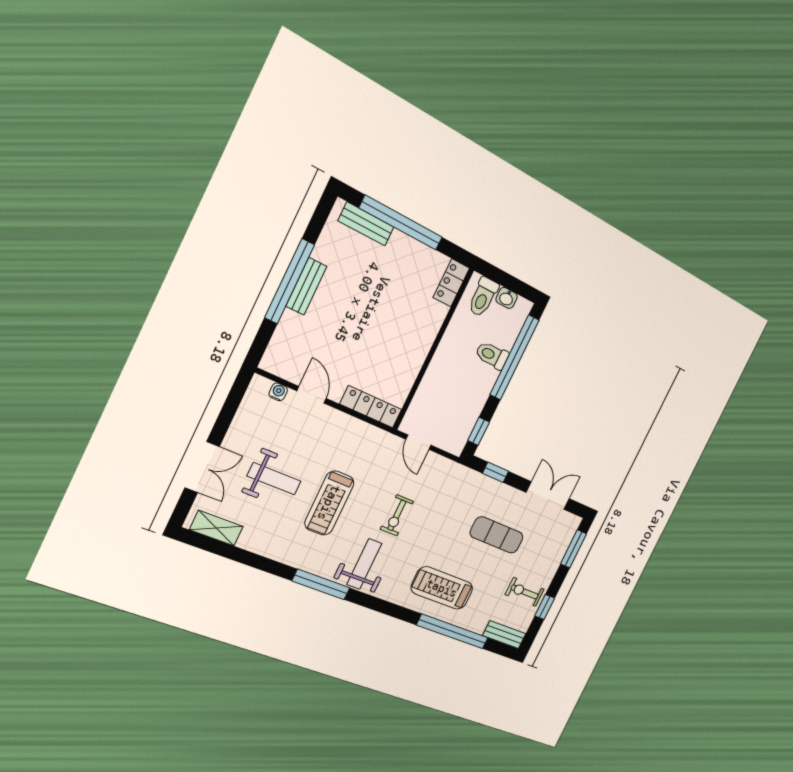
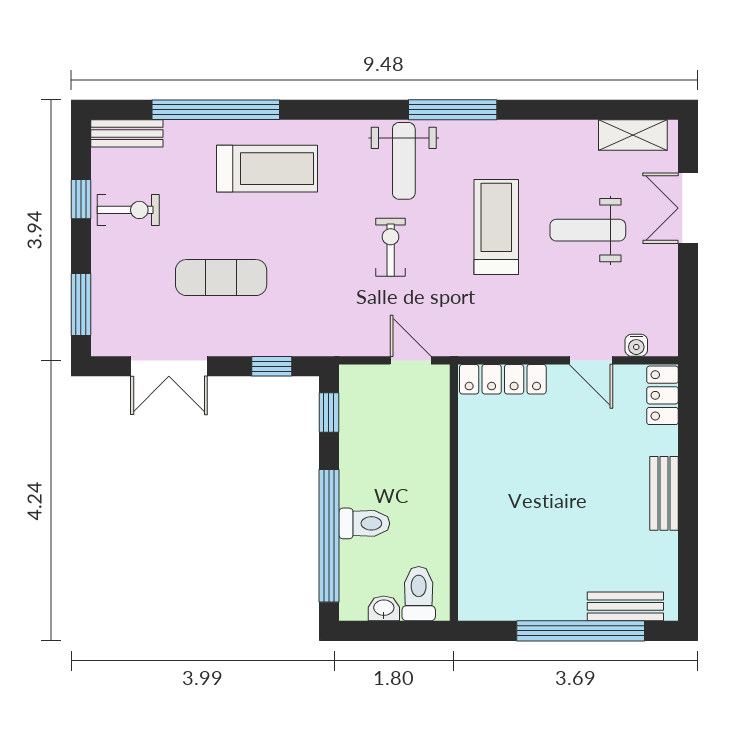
window: (290, 281) -> (688, 489), removed
locker: (451, 283) -> (662, 395), moved, turned 180

